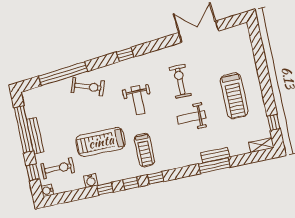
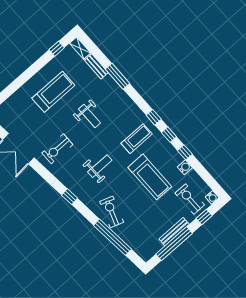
exercise bike: (180, 81) -> (57, 149), moved
bench: (215, 155) -> (96, 66), moved

